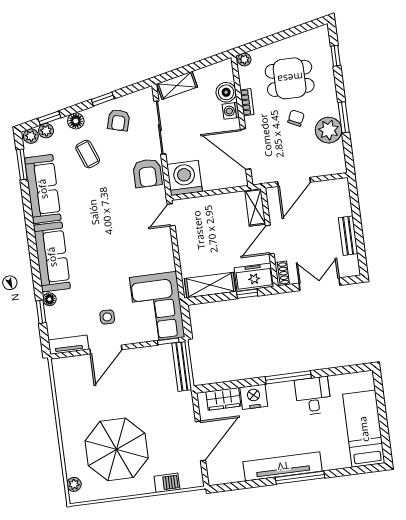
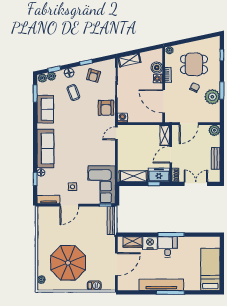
washing machine: (185, 178) -> (122, 118), width x0.53, depth x0.53
plant: (340, 188) -> (214, 130), added
sofa: (43, 189) -> (45, 109), width x0.73
desk: (313, 396) -> (168, 247), moved

